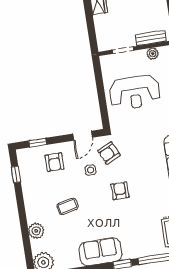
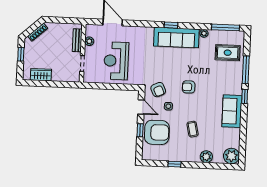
reception desk: (135, 93) -> (116, 61), turned 180
window: (38, 143) -> (140, 130), moved
armchair: (54, 162) -> (157, 132), width x1.88, depth x1.88
window: (16, 174) -> (174, 164), moved

